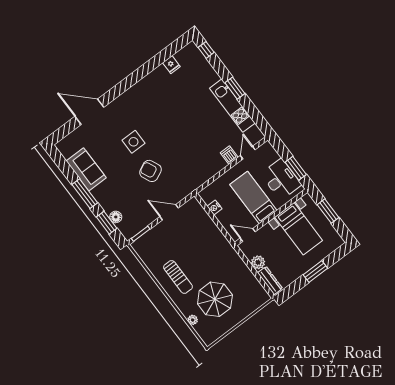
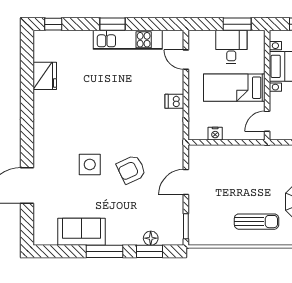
fridge: (171, 65) -> (45, 76), width x1.88, depth x1.34
dishwasher: (229, 155) -> (174, 101), moved
desk: (281, 179) -> (231, 47), width x0.73

